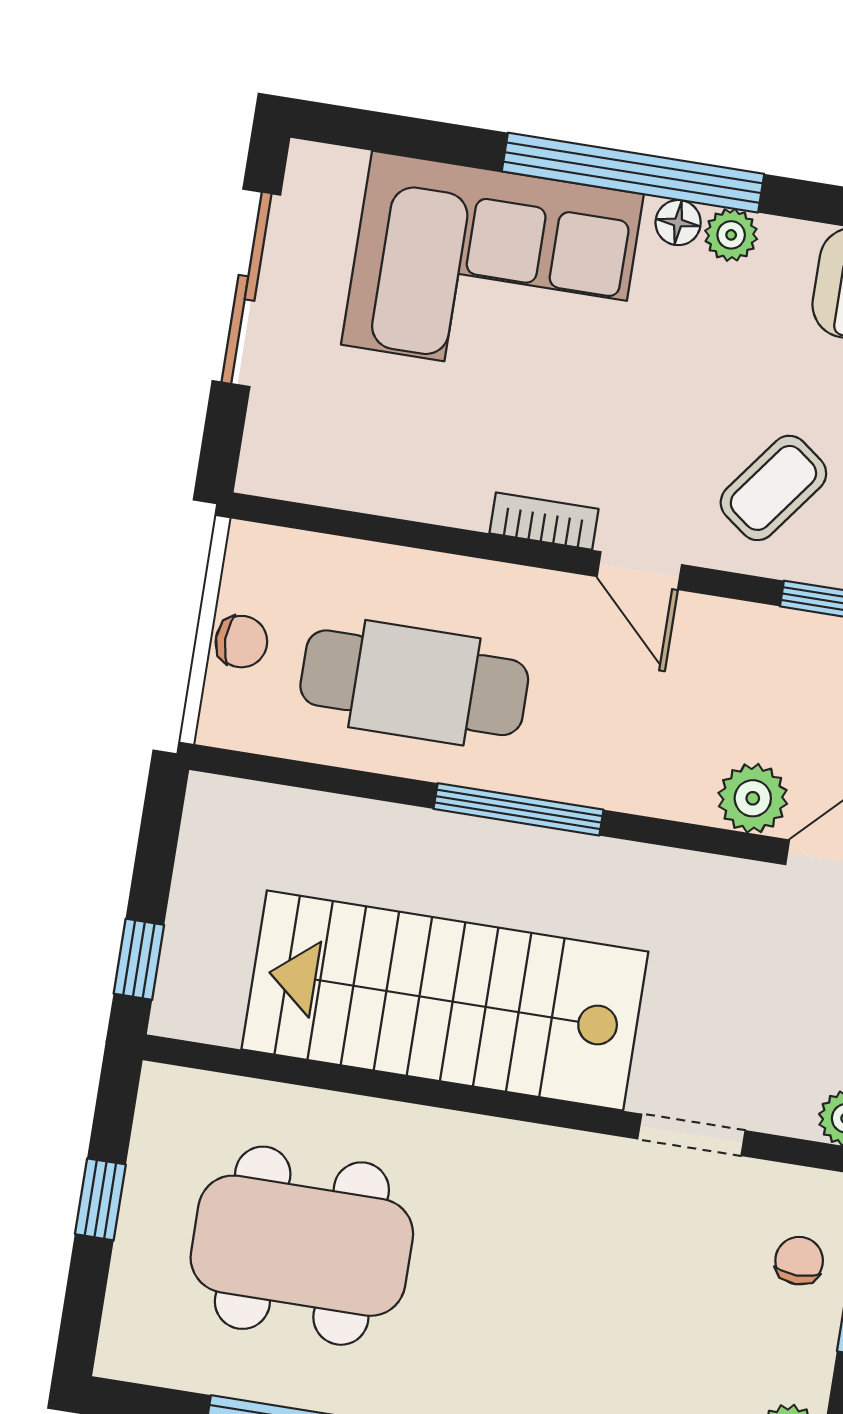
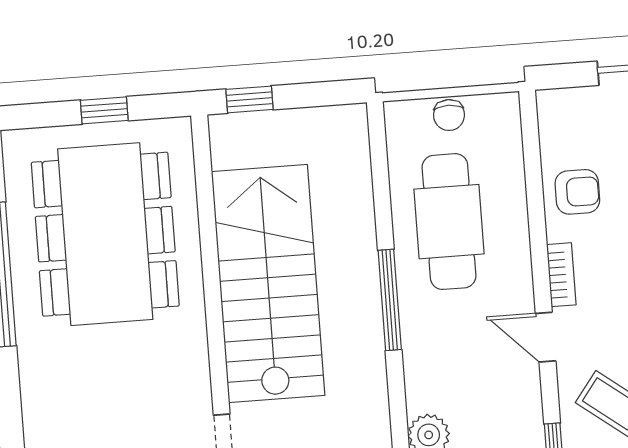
armchair: (416, 463) -> (577, 192), added
door: (639, 571) -> (546, 337), hinge flipped
dining table: (302, 1246) -> (105, 234), width x1.36, depth x1.24

